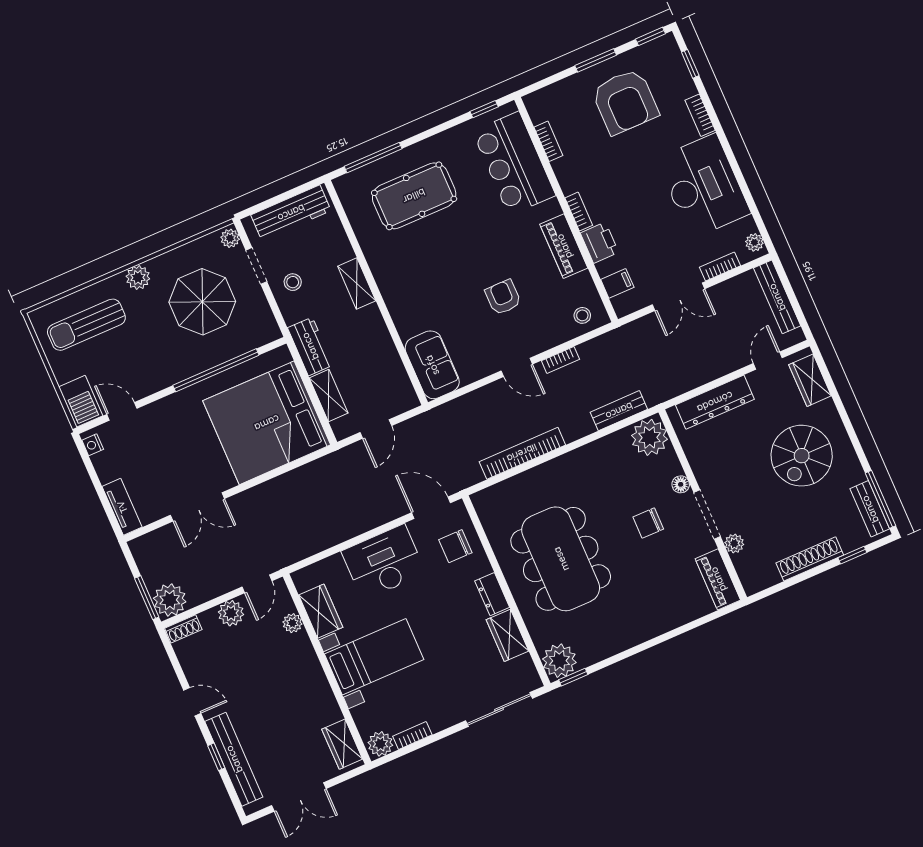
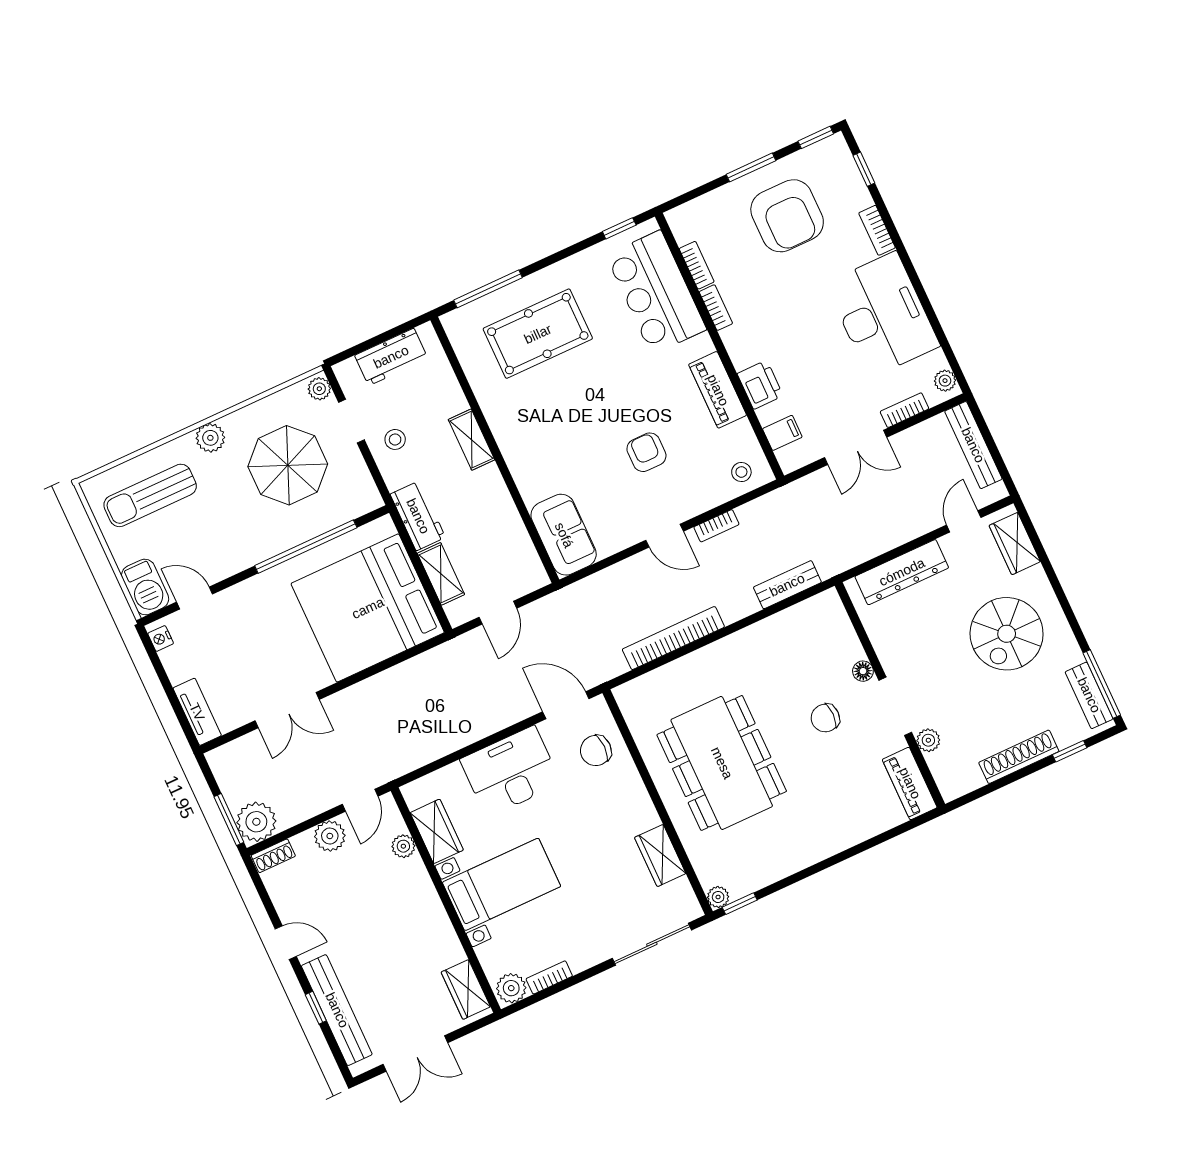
bookcase: (579, 212) -> (716, 308), moved
workbench: (291, 213) -> (391, 357), width x0.73
plant: (650, 437) -> (825, 616), removed
dresser: (492, 594) -> (641, 807), removed
plant: (559, 661) -> (718, 897), width x0.53, depth x0.53

